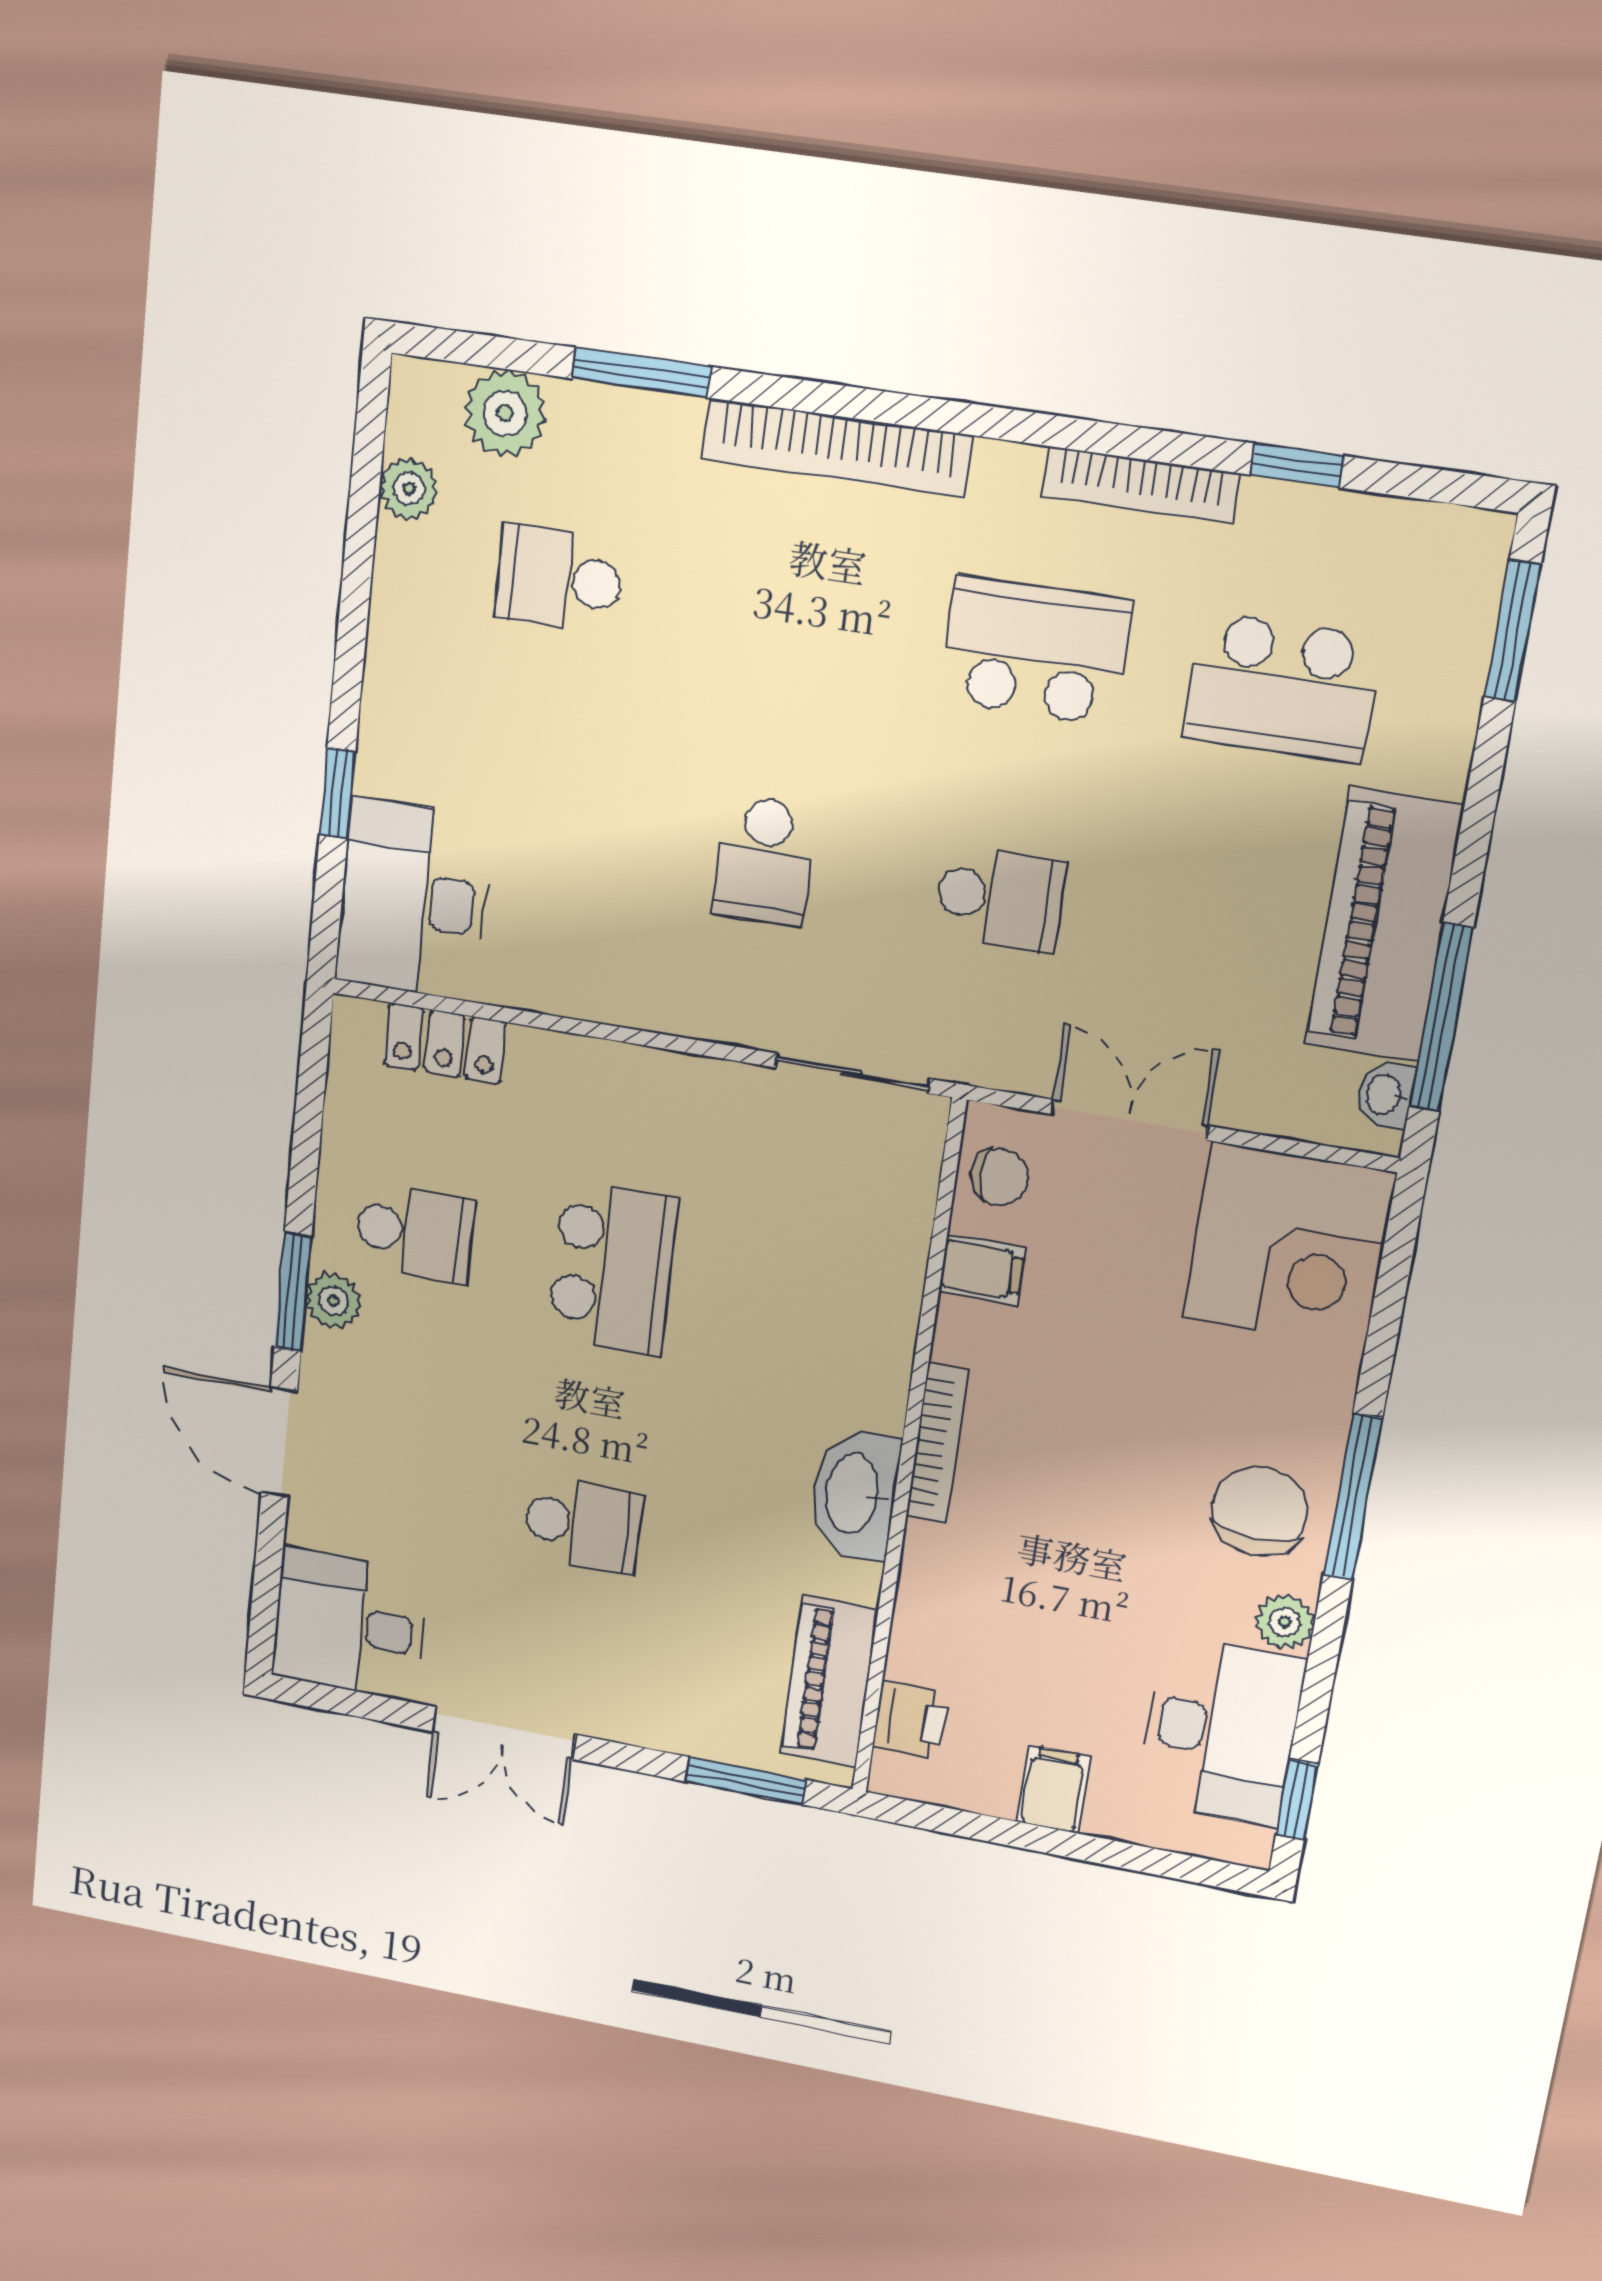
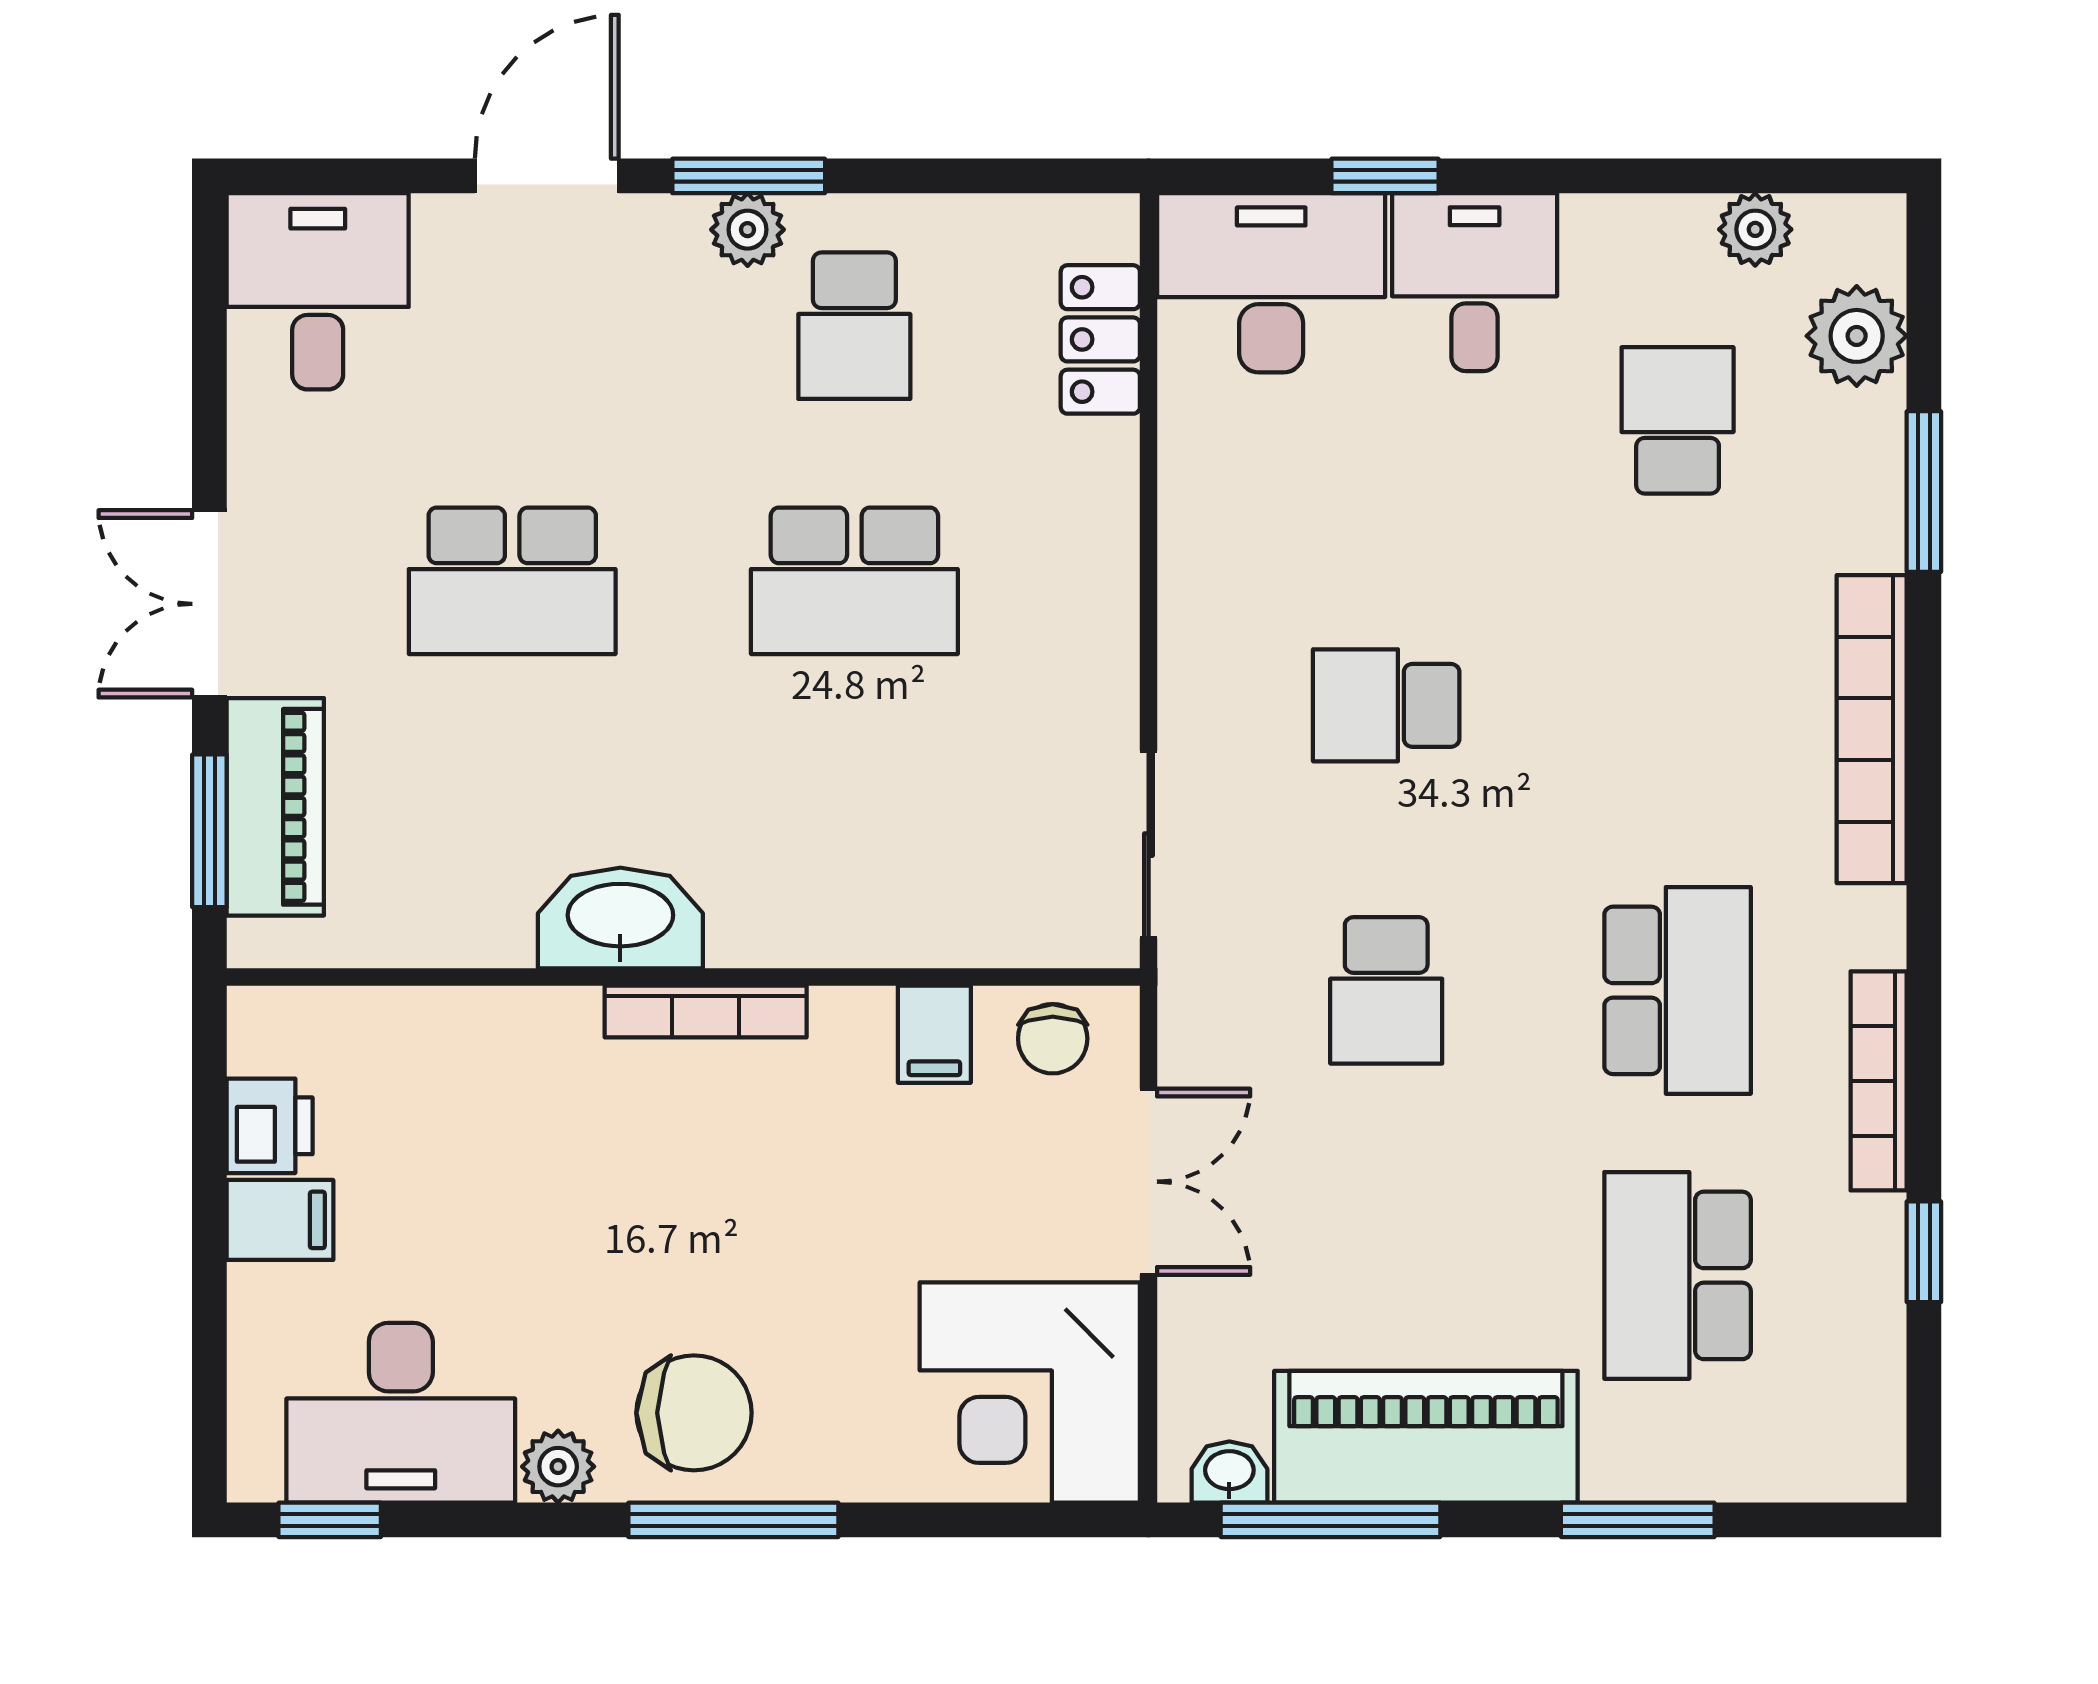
window: (1512, 631) -> (1638, 1520), moved
desk: (429, 733) -> (1475, 282), added
school desk: (583, 1525) -> (512, 581), width x1.85
piano: (829, 1682) -> (275, 807), moved, turned 90
printer: (910, 1720) -> (270, 1126), moved, turned -90
double door: (504, 1733) -> (209, 604), moved

